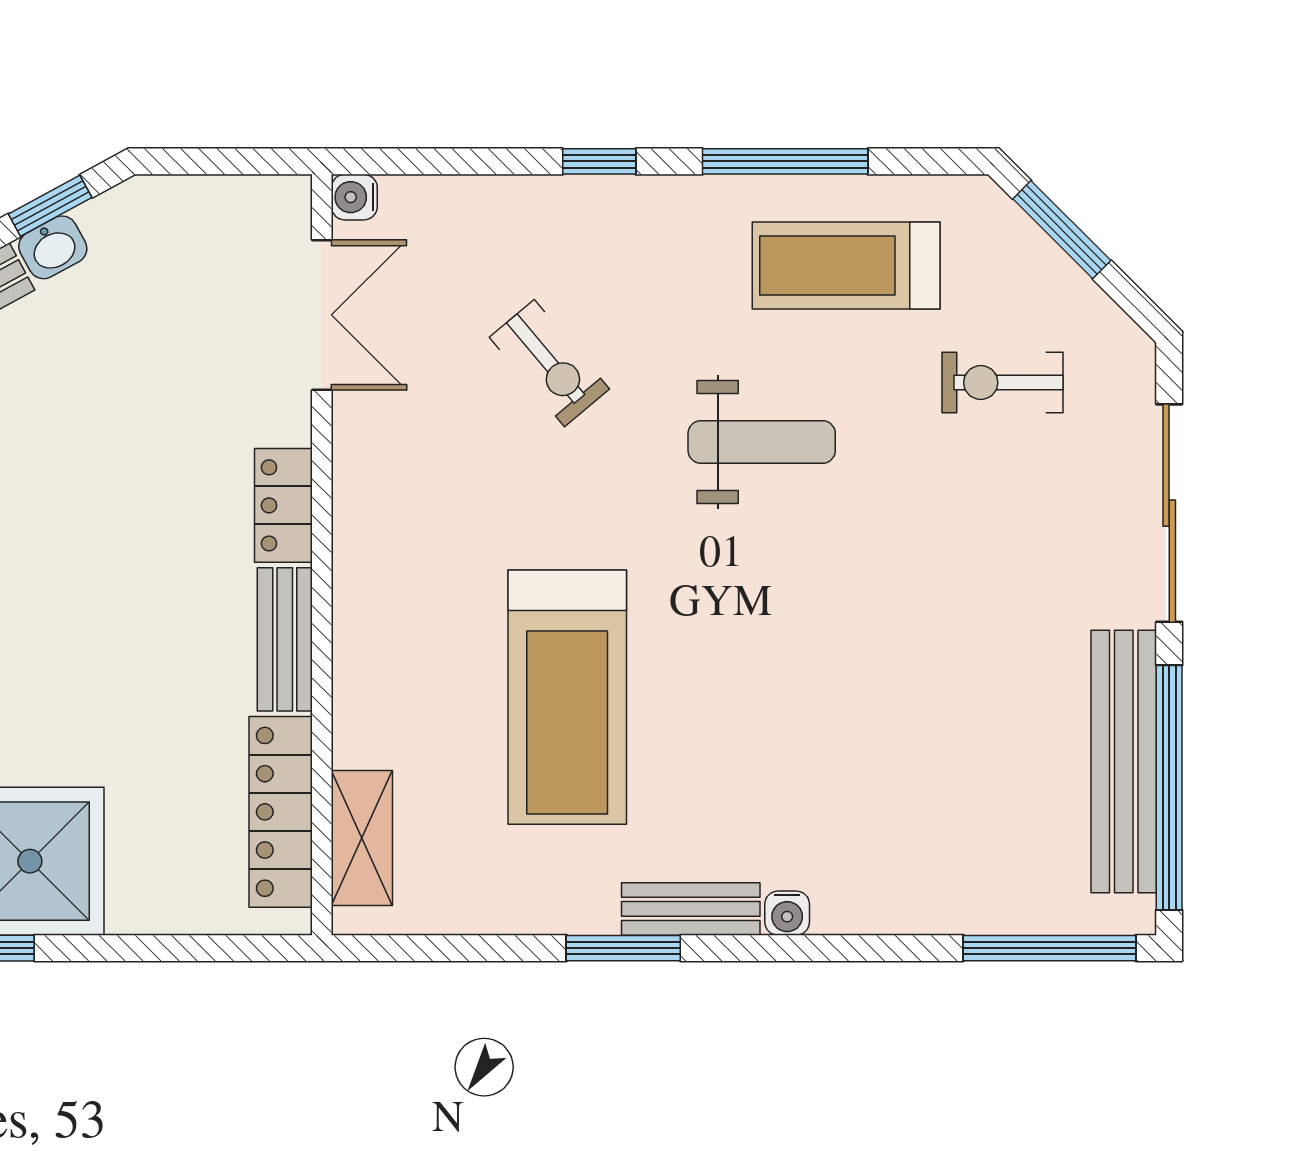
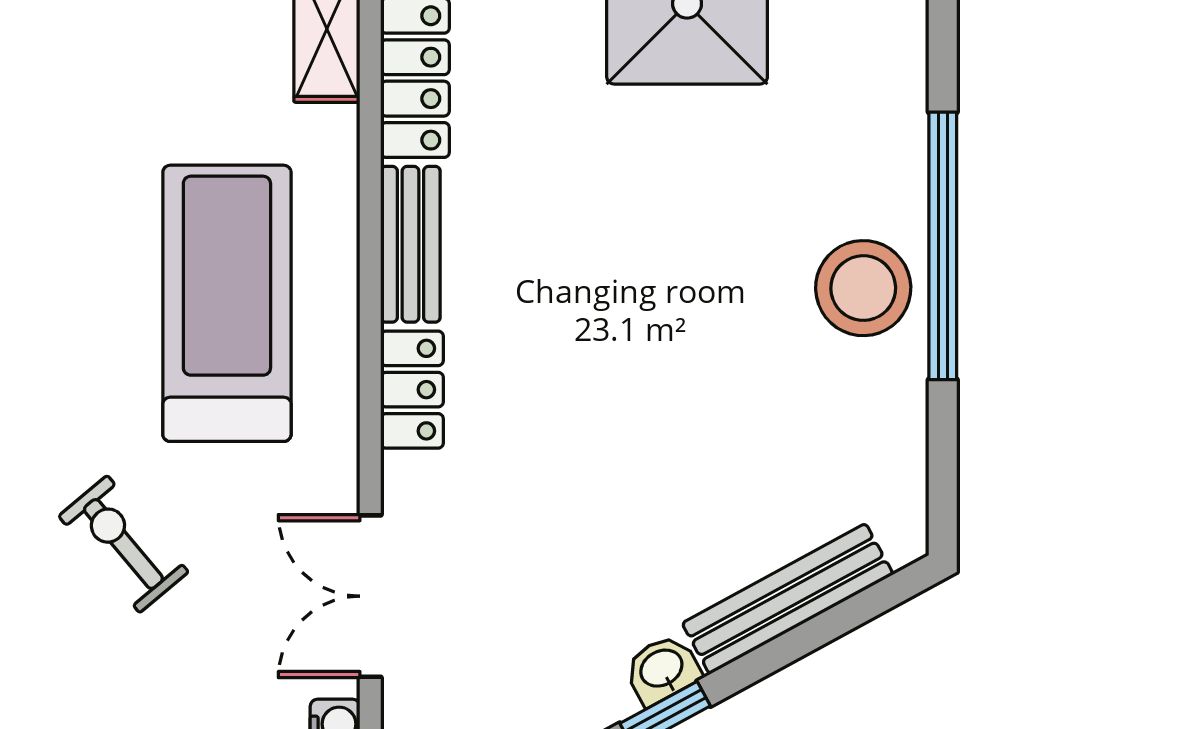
treadmill: (567, 697) -> (227, 303), moved

